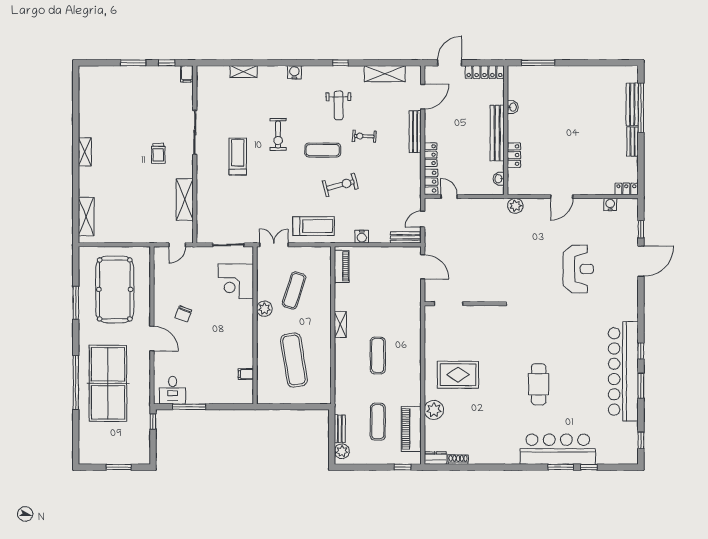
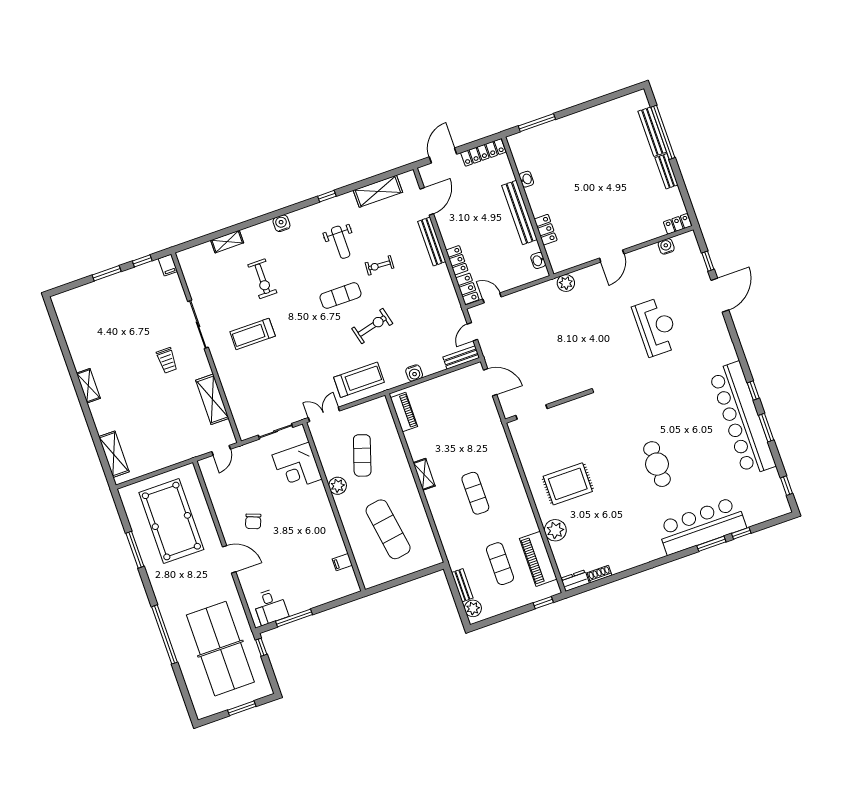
exercise bike: (278, 135) -> (262, 279), moved
treadmill: (238, 157) -> (253, 334), turned -90
table tennis table: (108, 383) -> (220, 649), moved

